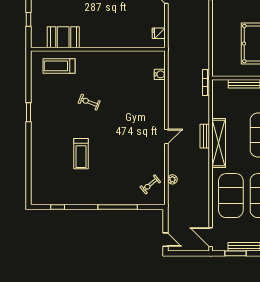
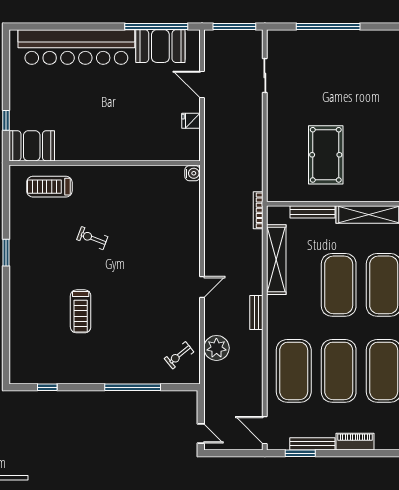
fridge: (159, 33) -> (191, 121), moved
booth: (63, 37) -> (32, 146), moved
water cooler: (160, 74) -> (193, 173), moved
bench: (205, 136) -> (256, 313), moved
shelving: (219, 143) -> (276, 260), moved
plant: (172, 179) -> (216, 348), width x1.88, depth x1.88

